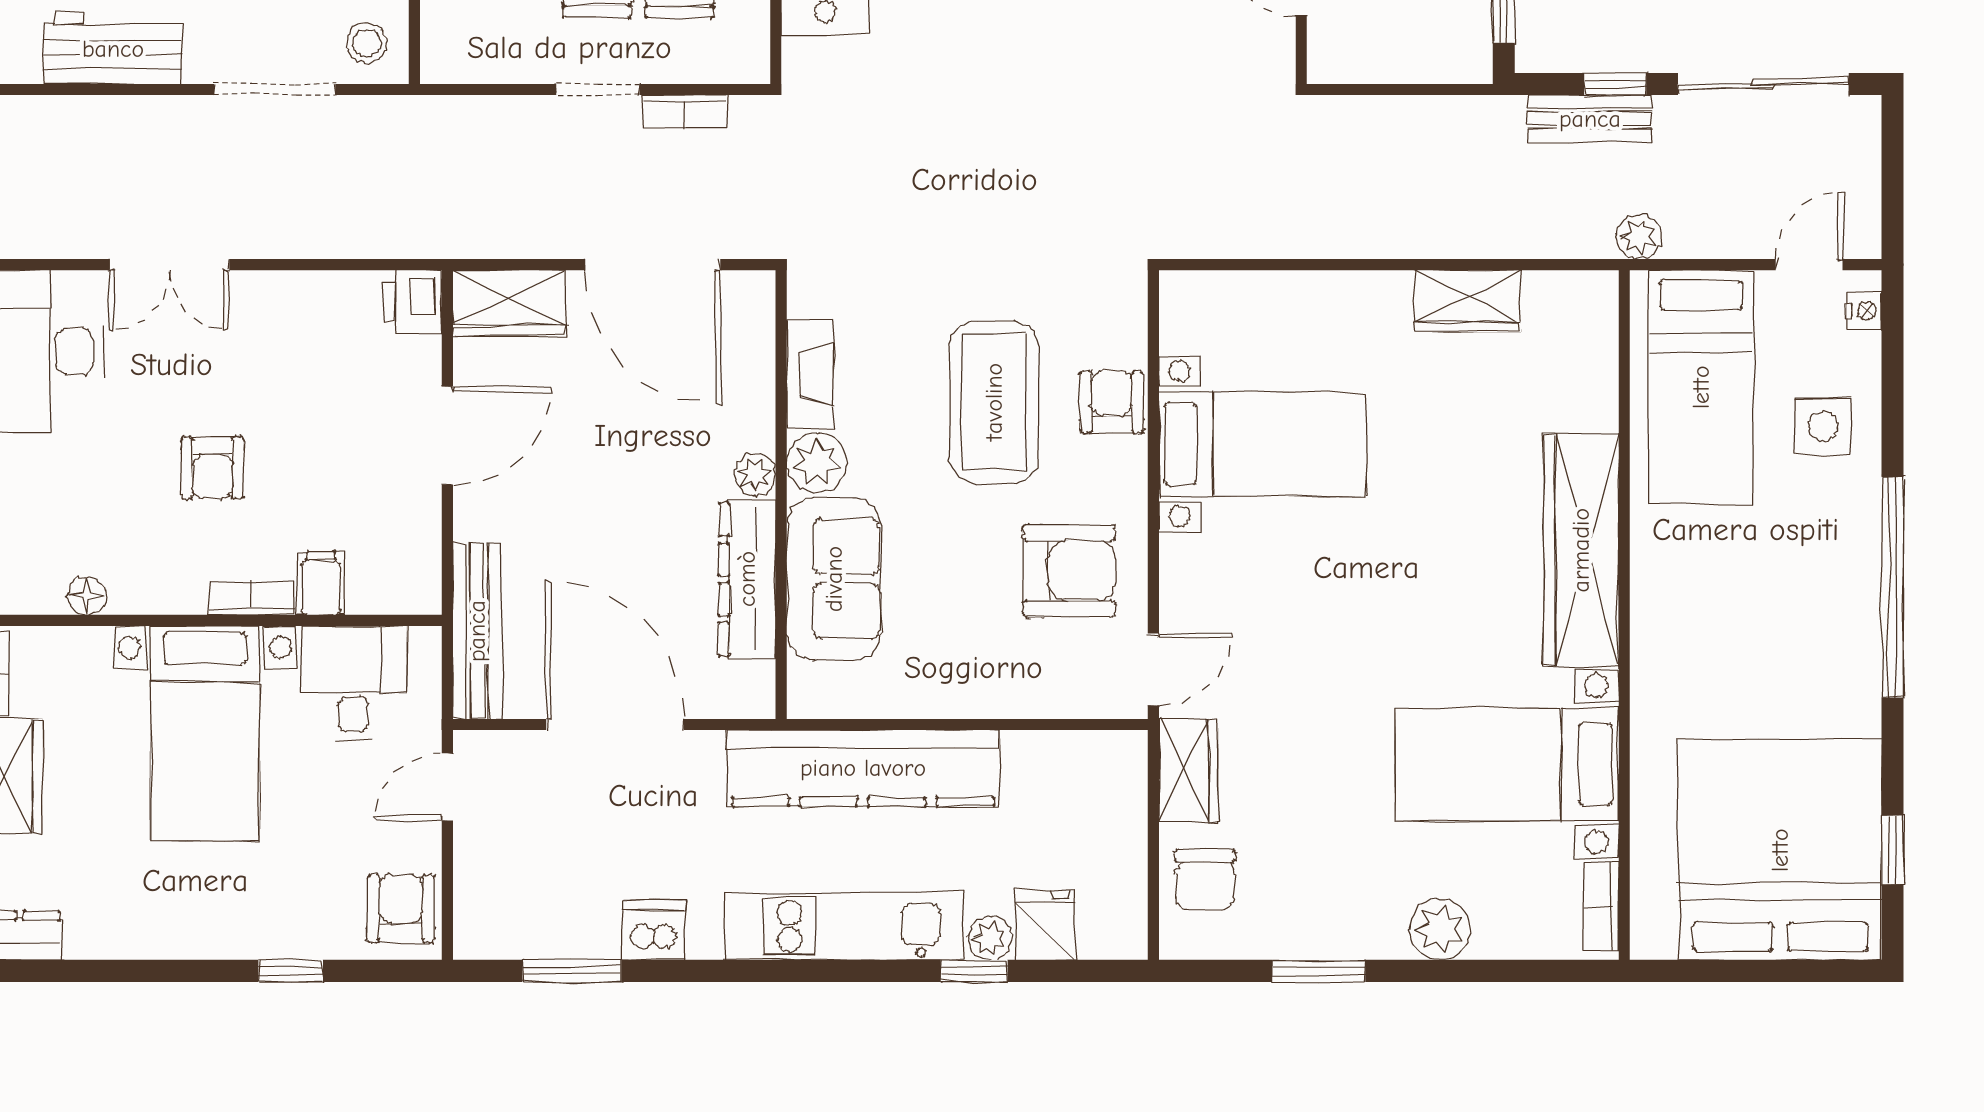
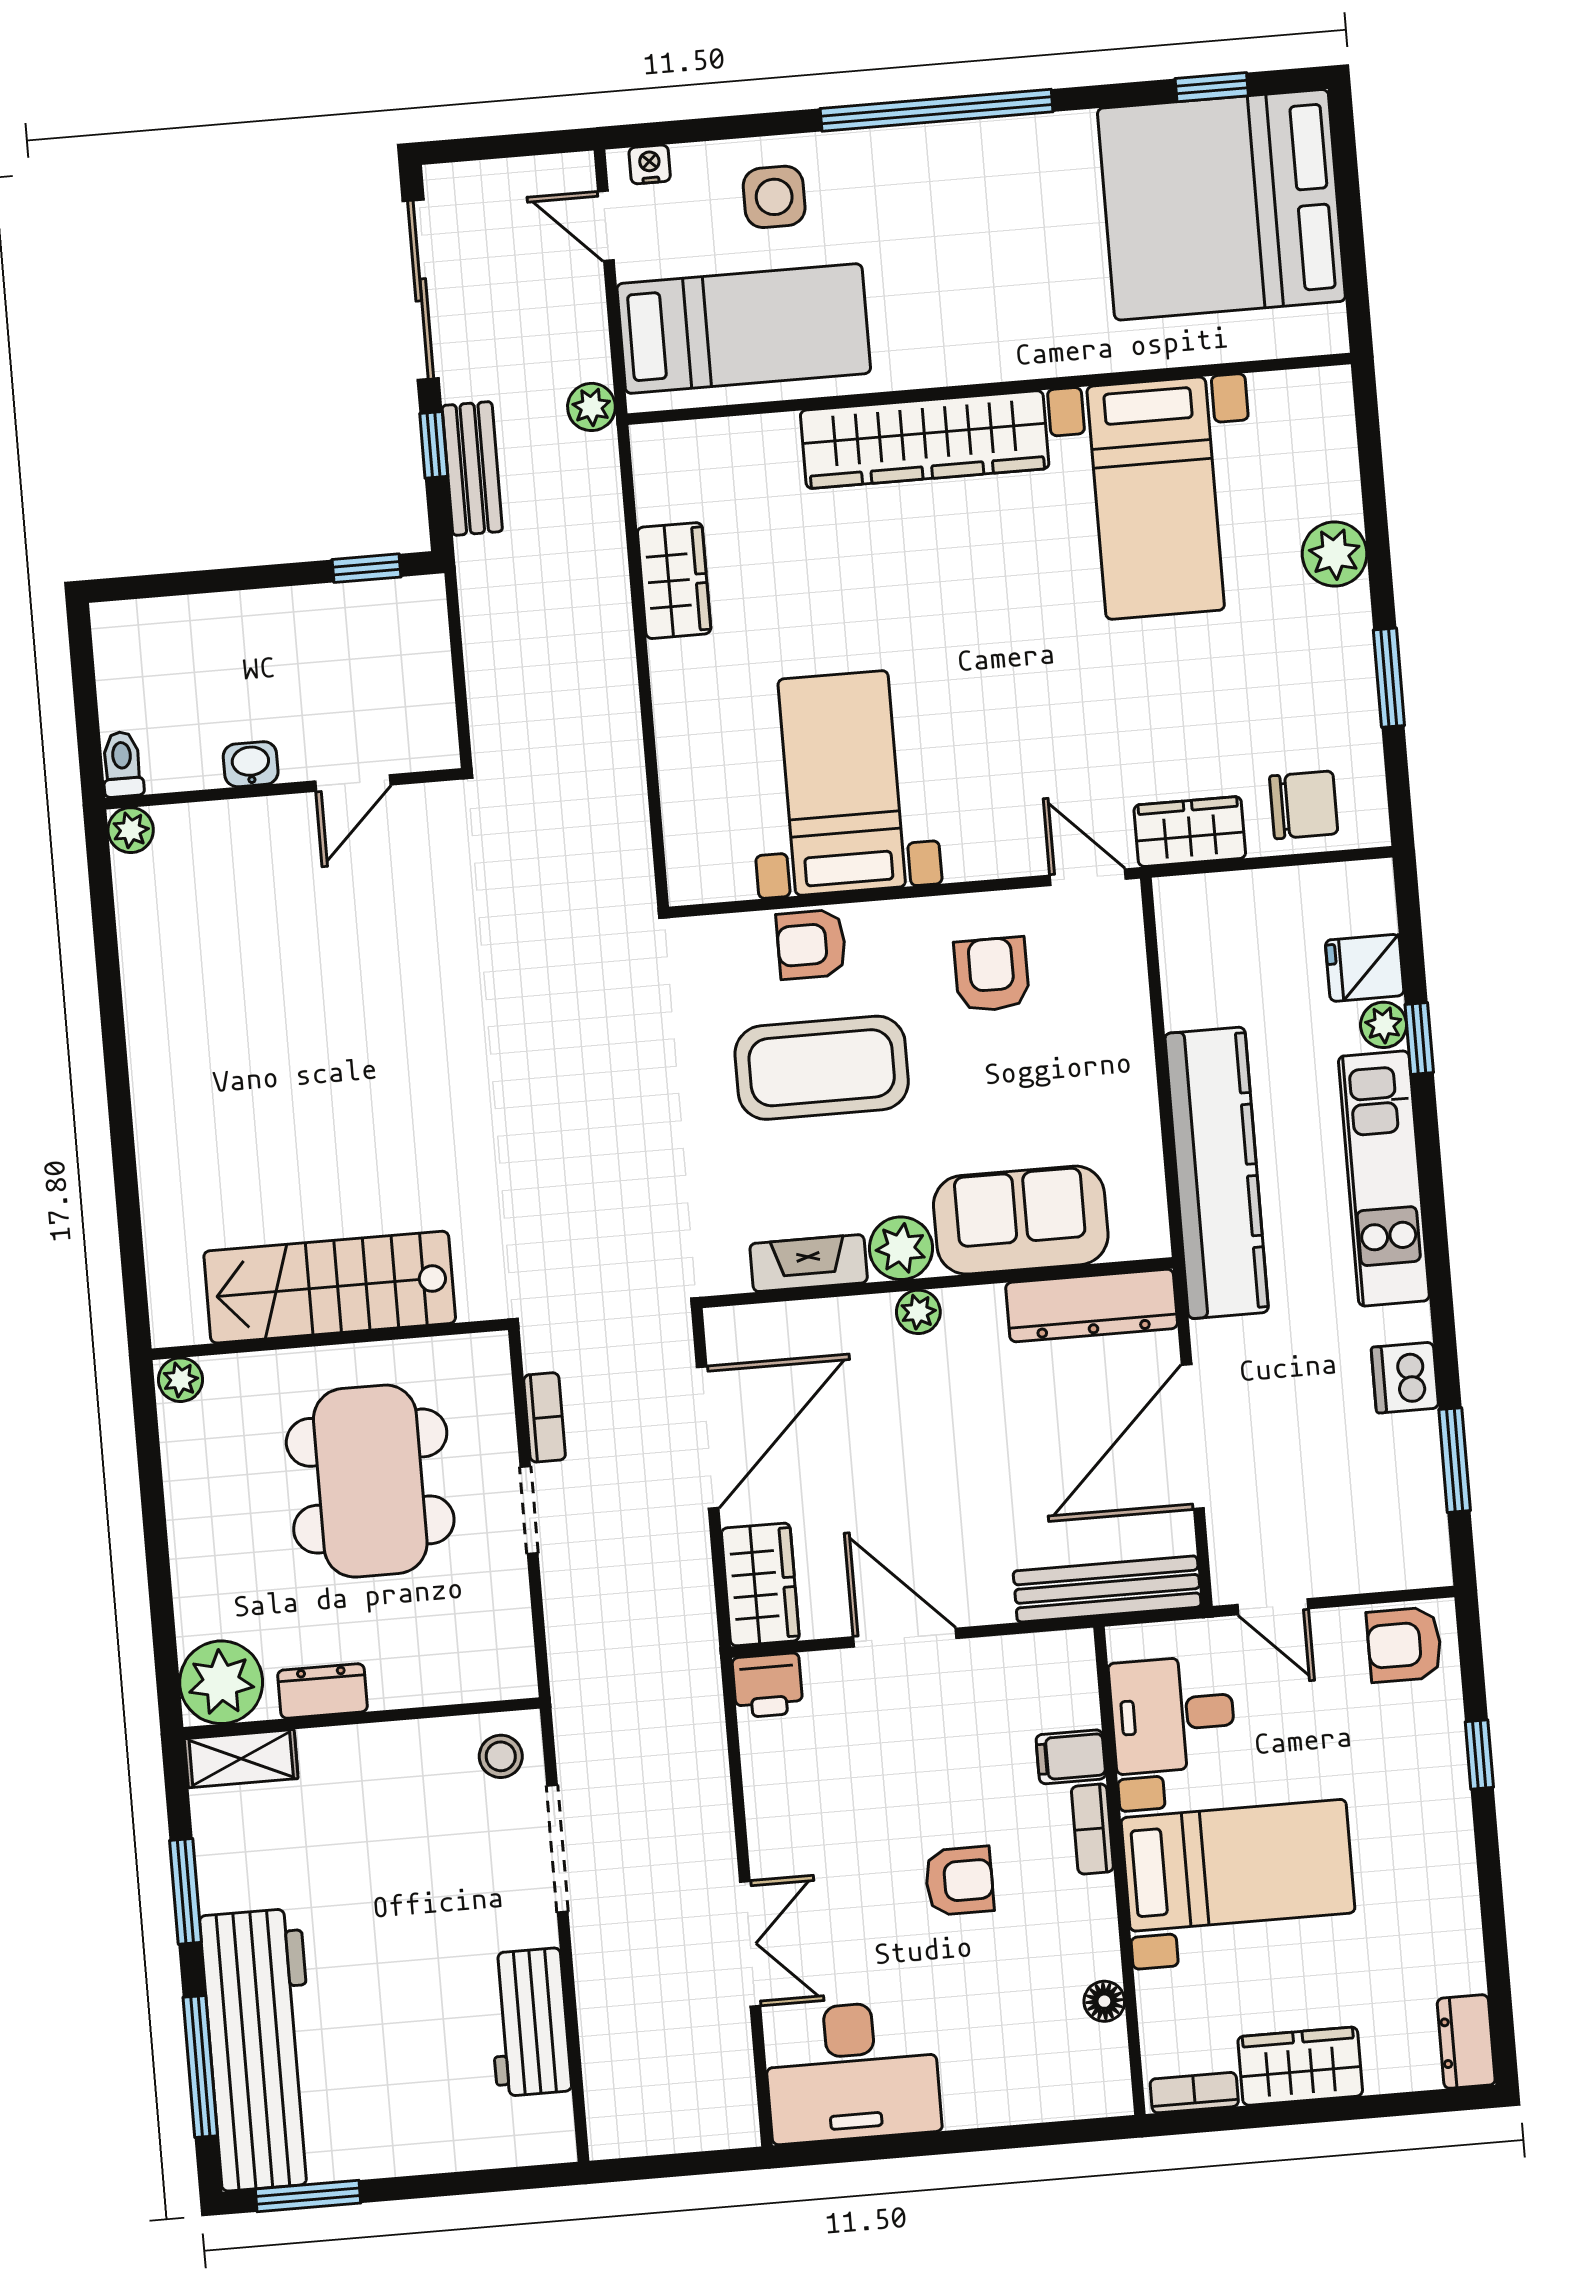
armchair: (1069, 571) -> (992, 974), width x0.72, depth x0.72
dresser: (747, 579) -> (1092, 1305), moved
bookcase: (1601, 907) -> (1297, 387), removed

